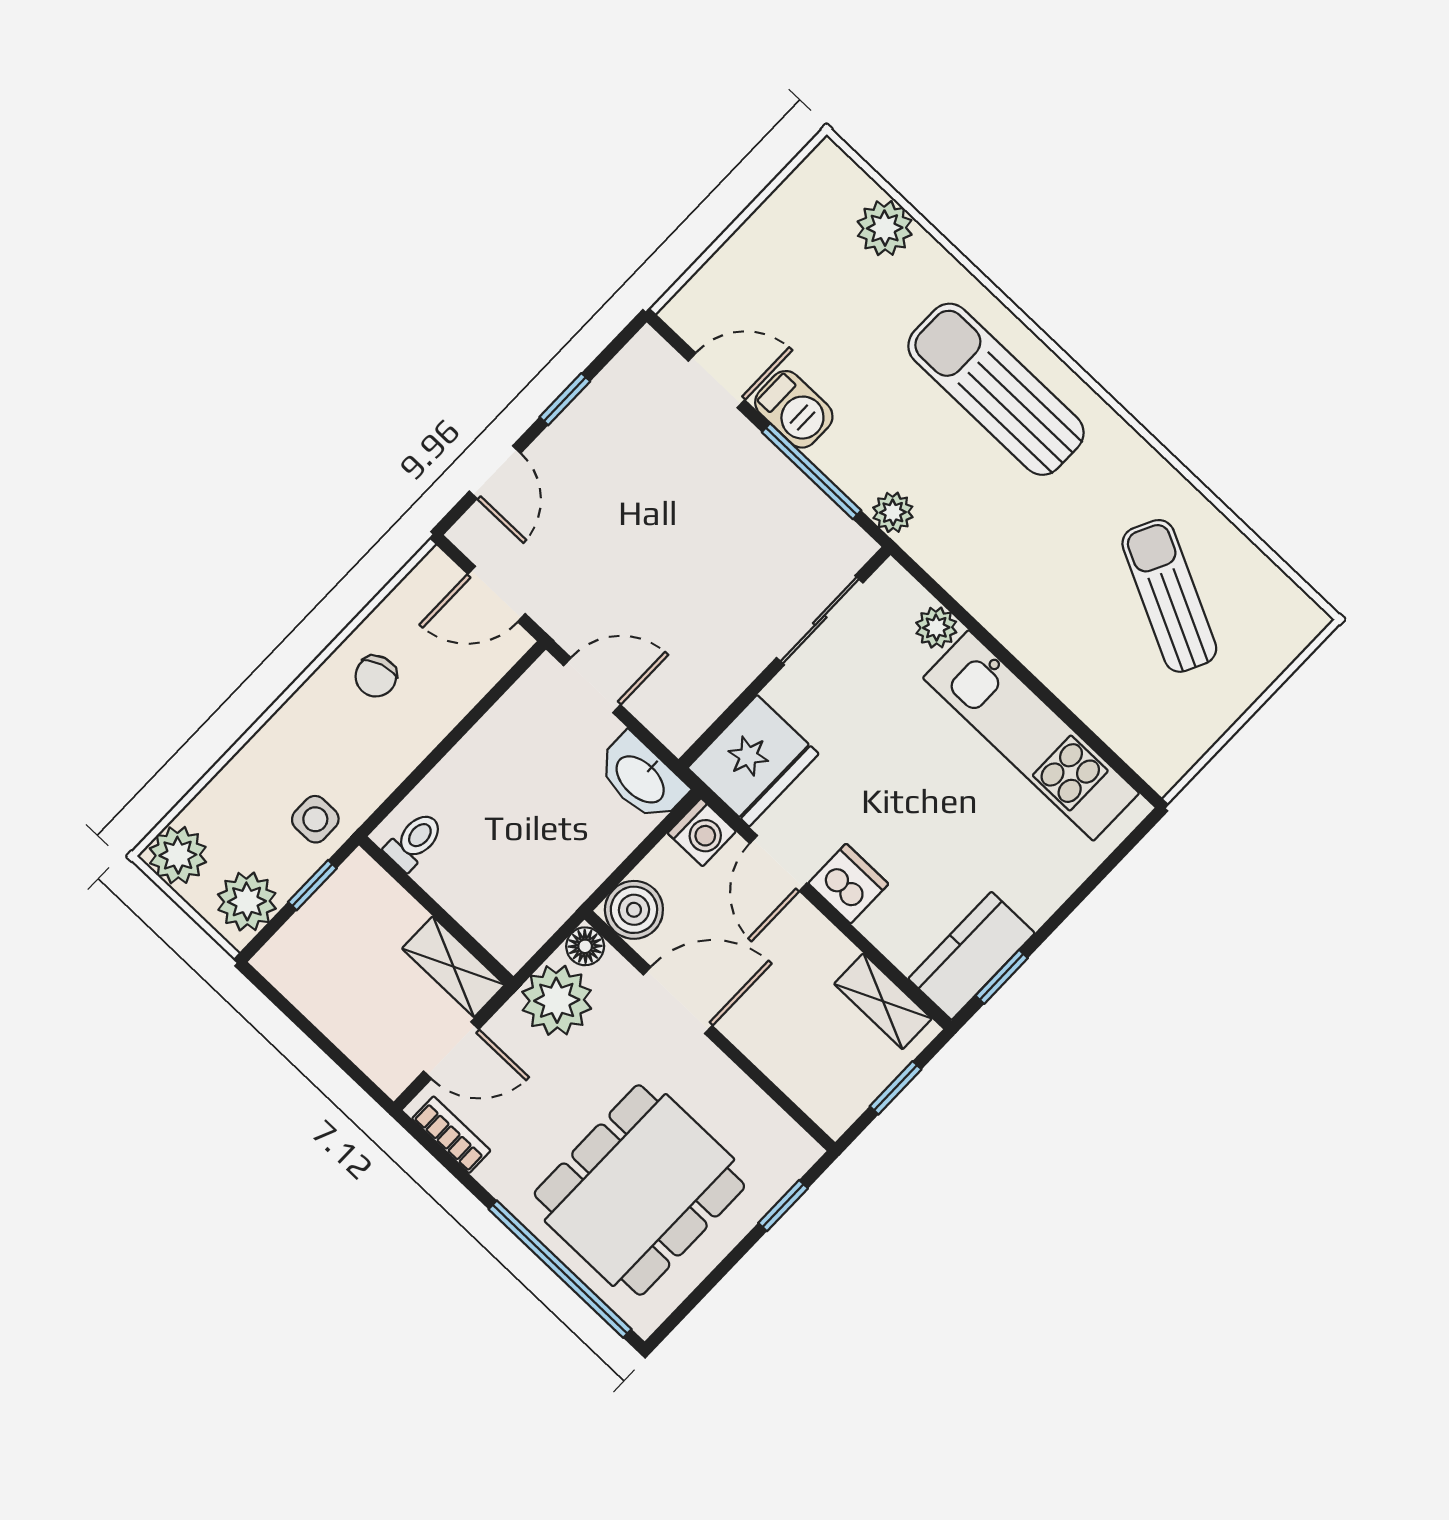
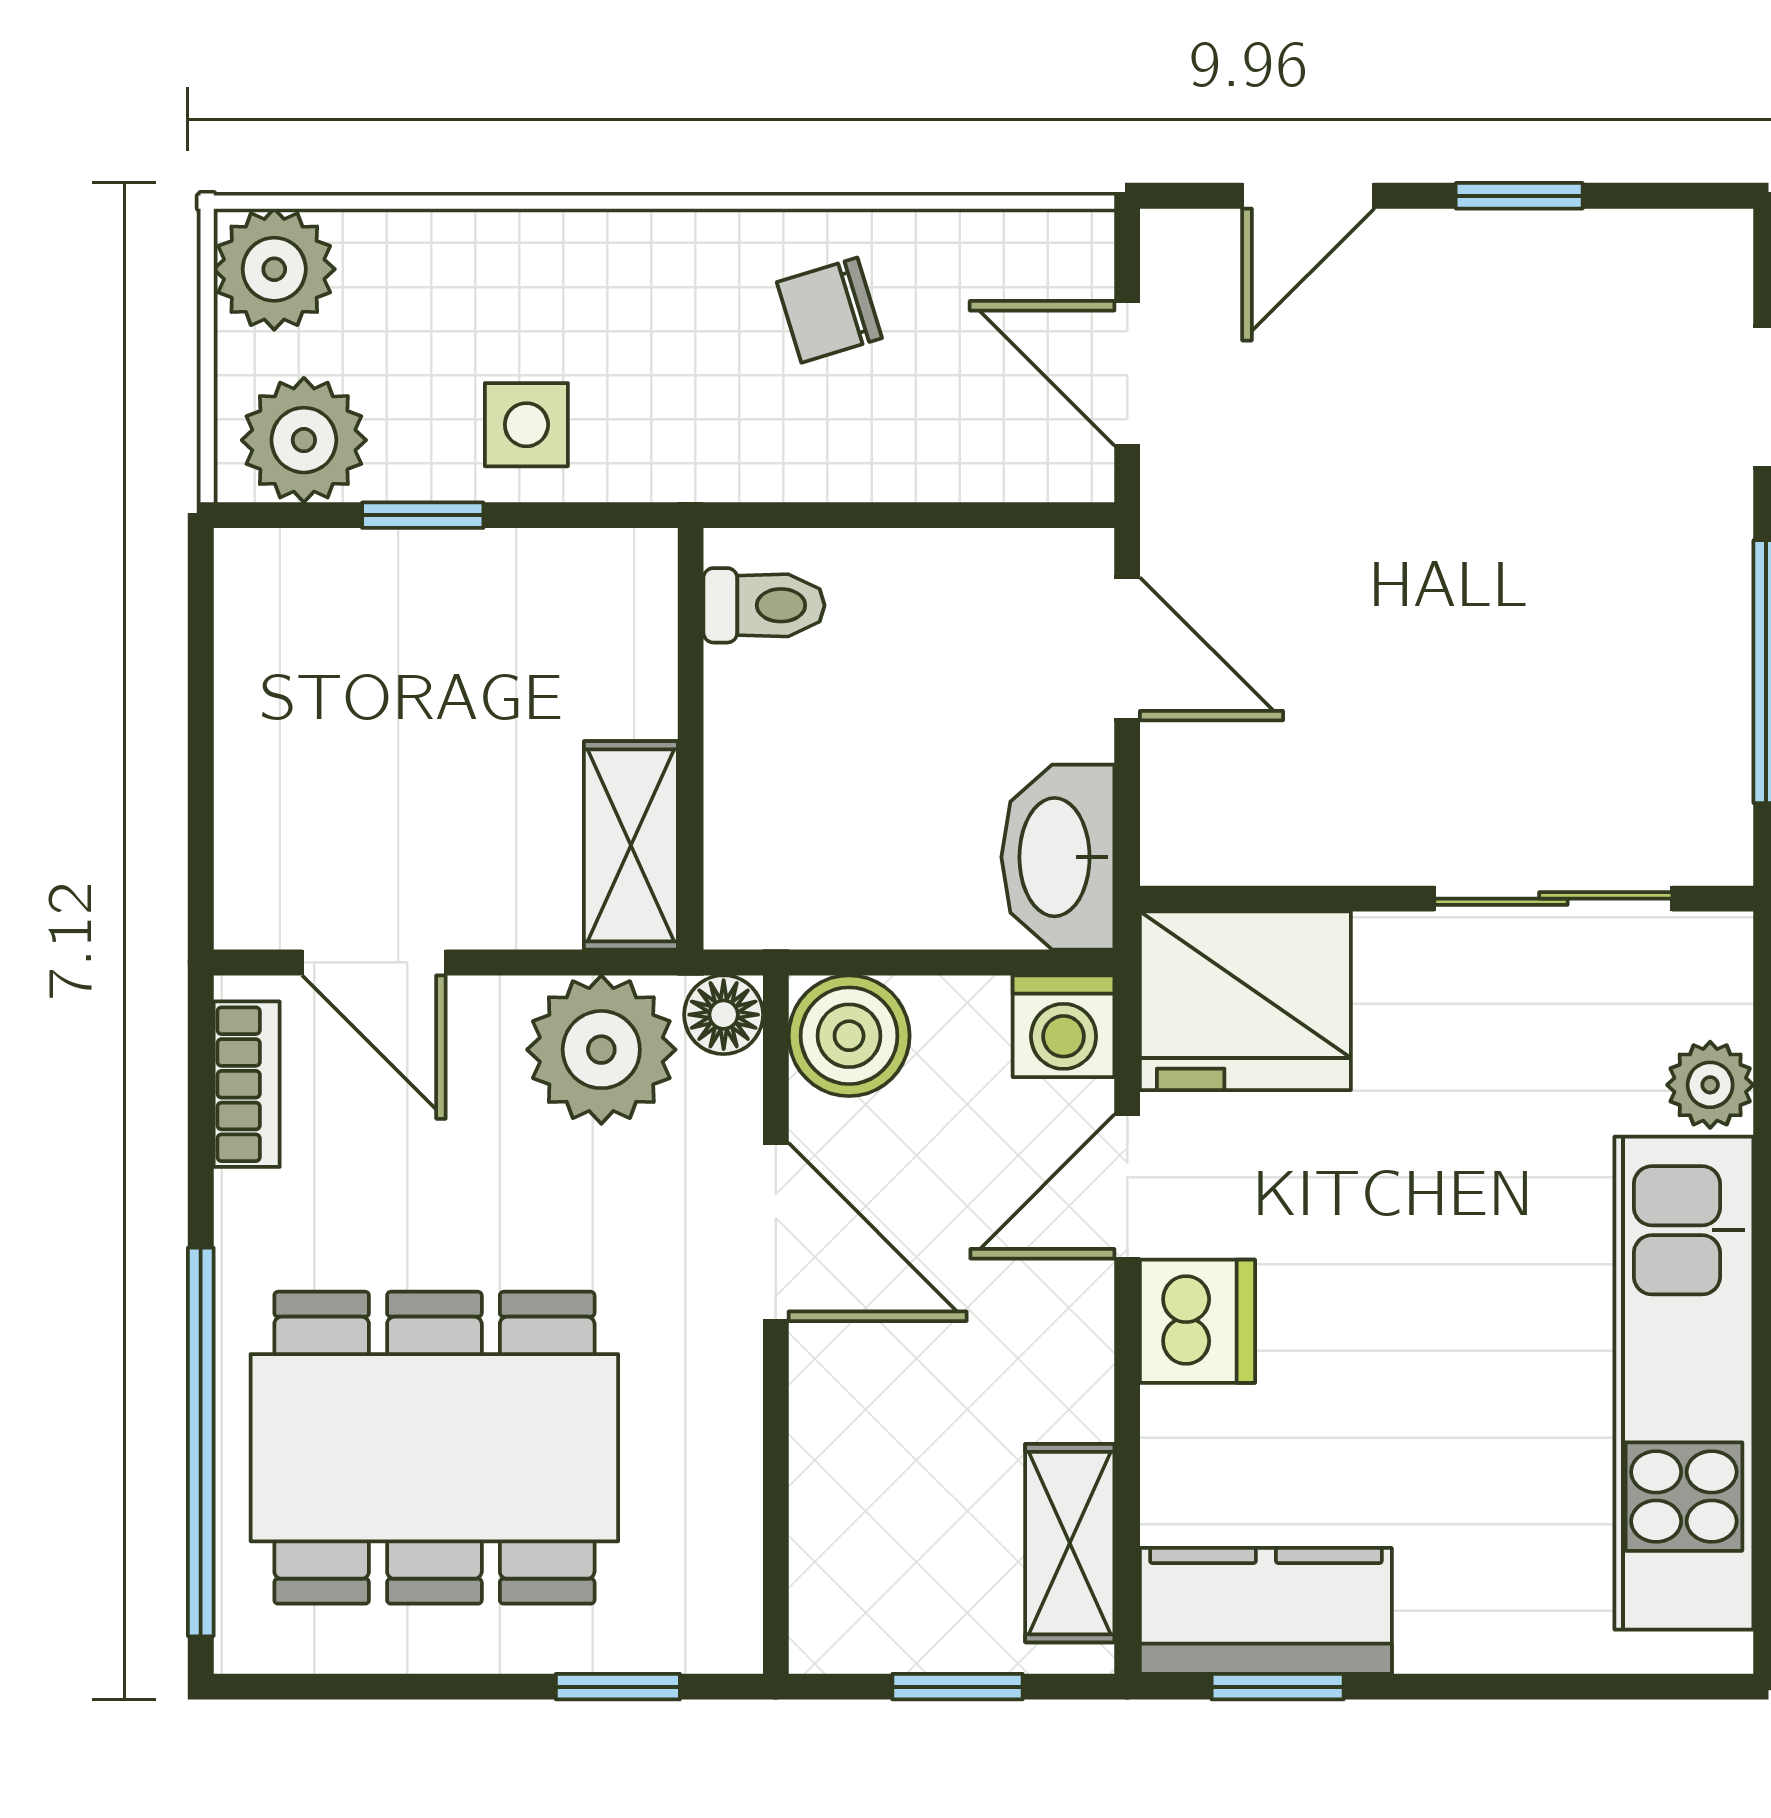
toilet: (414, 841) -> (764, 605), moved
wall: (436, 911) -> (691, 739), moved
shelving: (453, 967) -> (631, 845), moved

